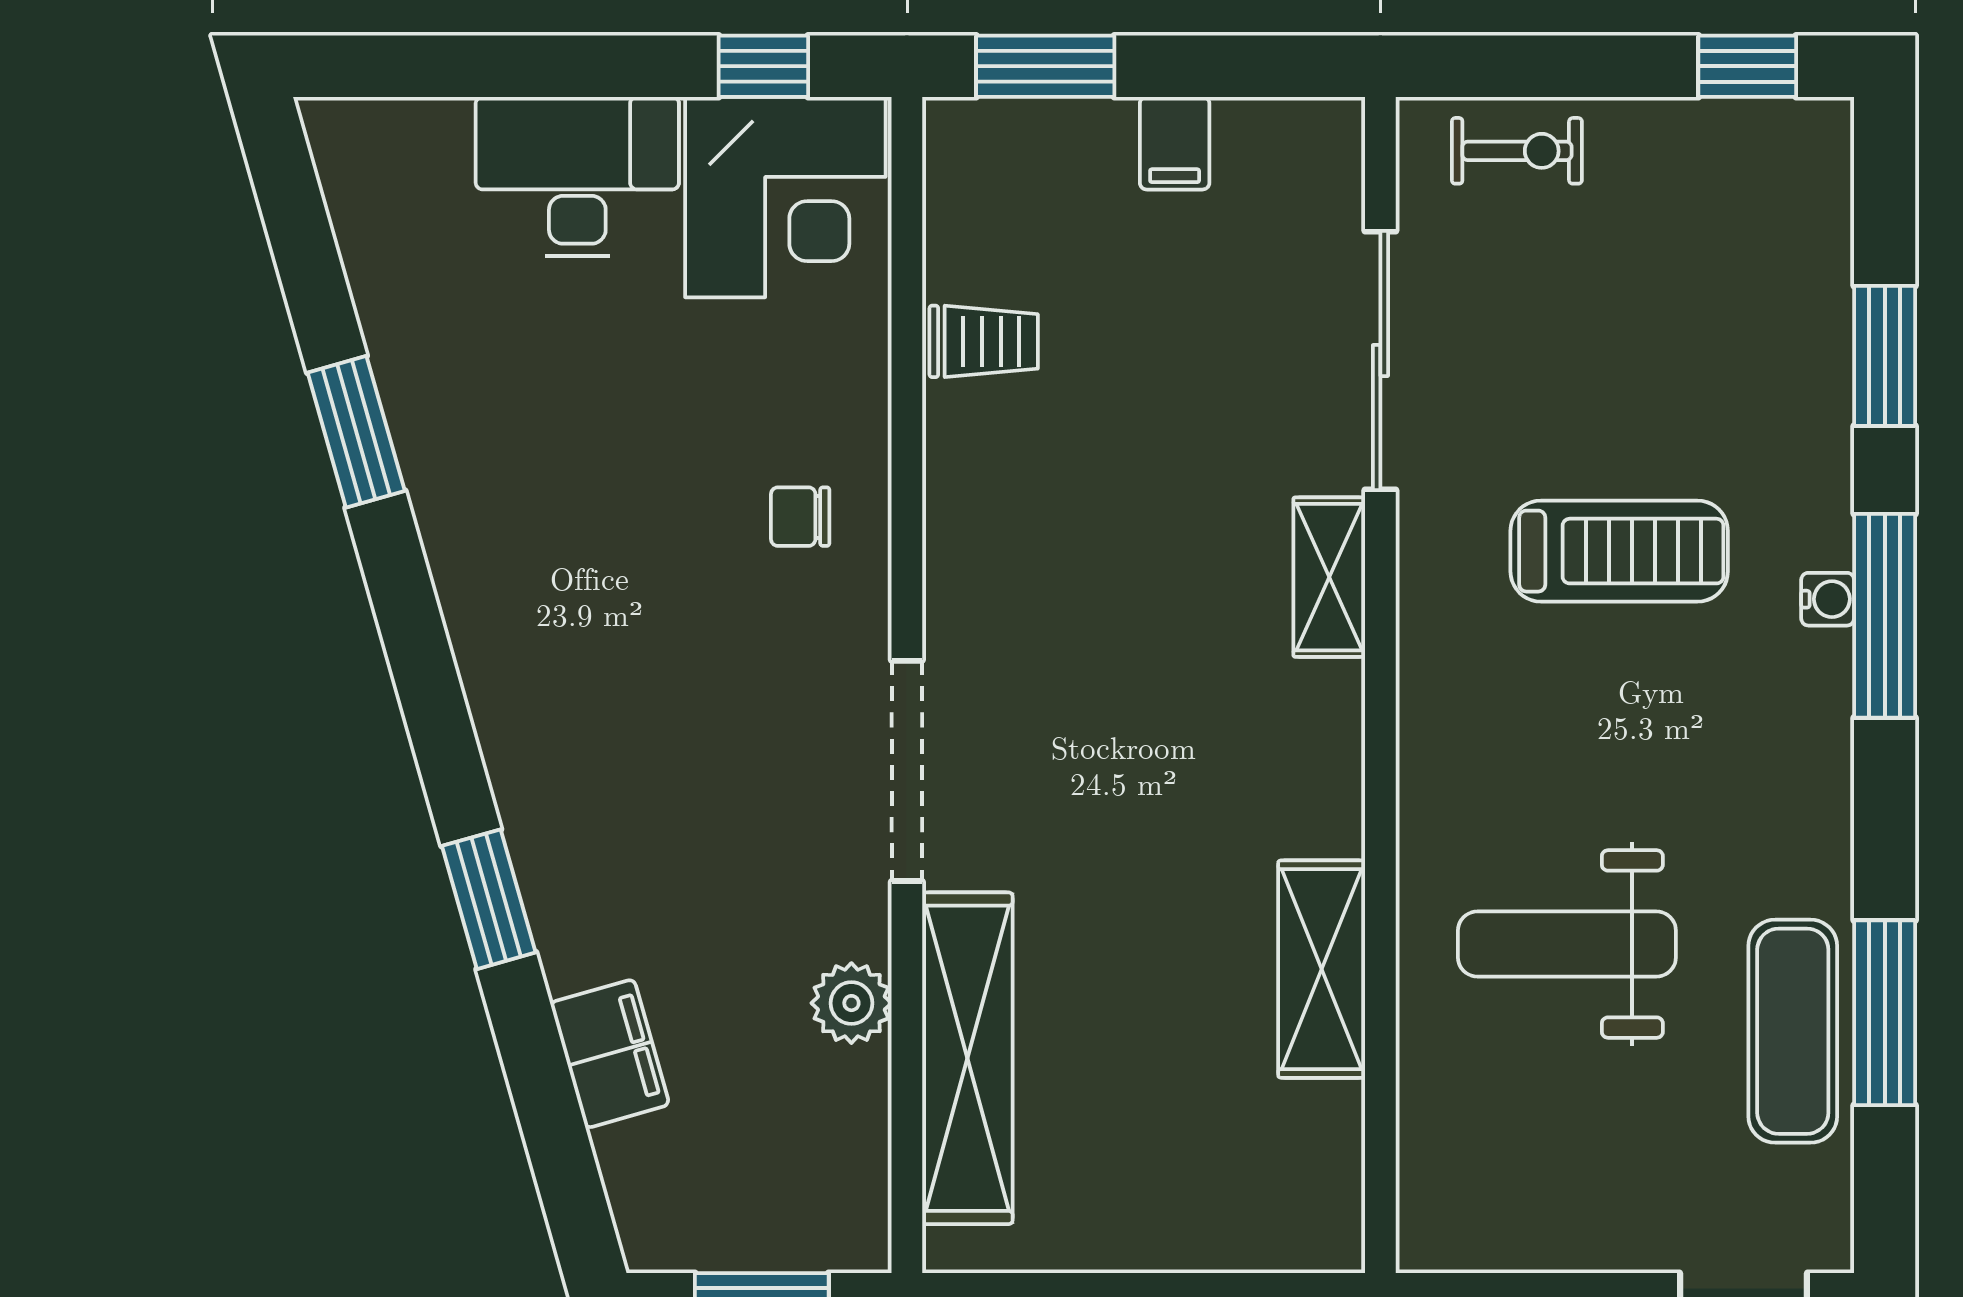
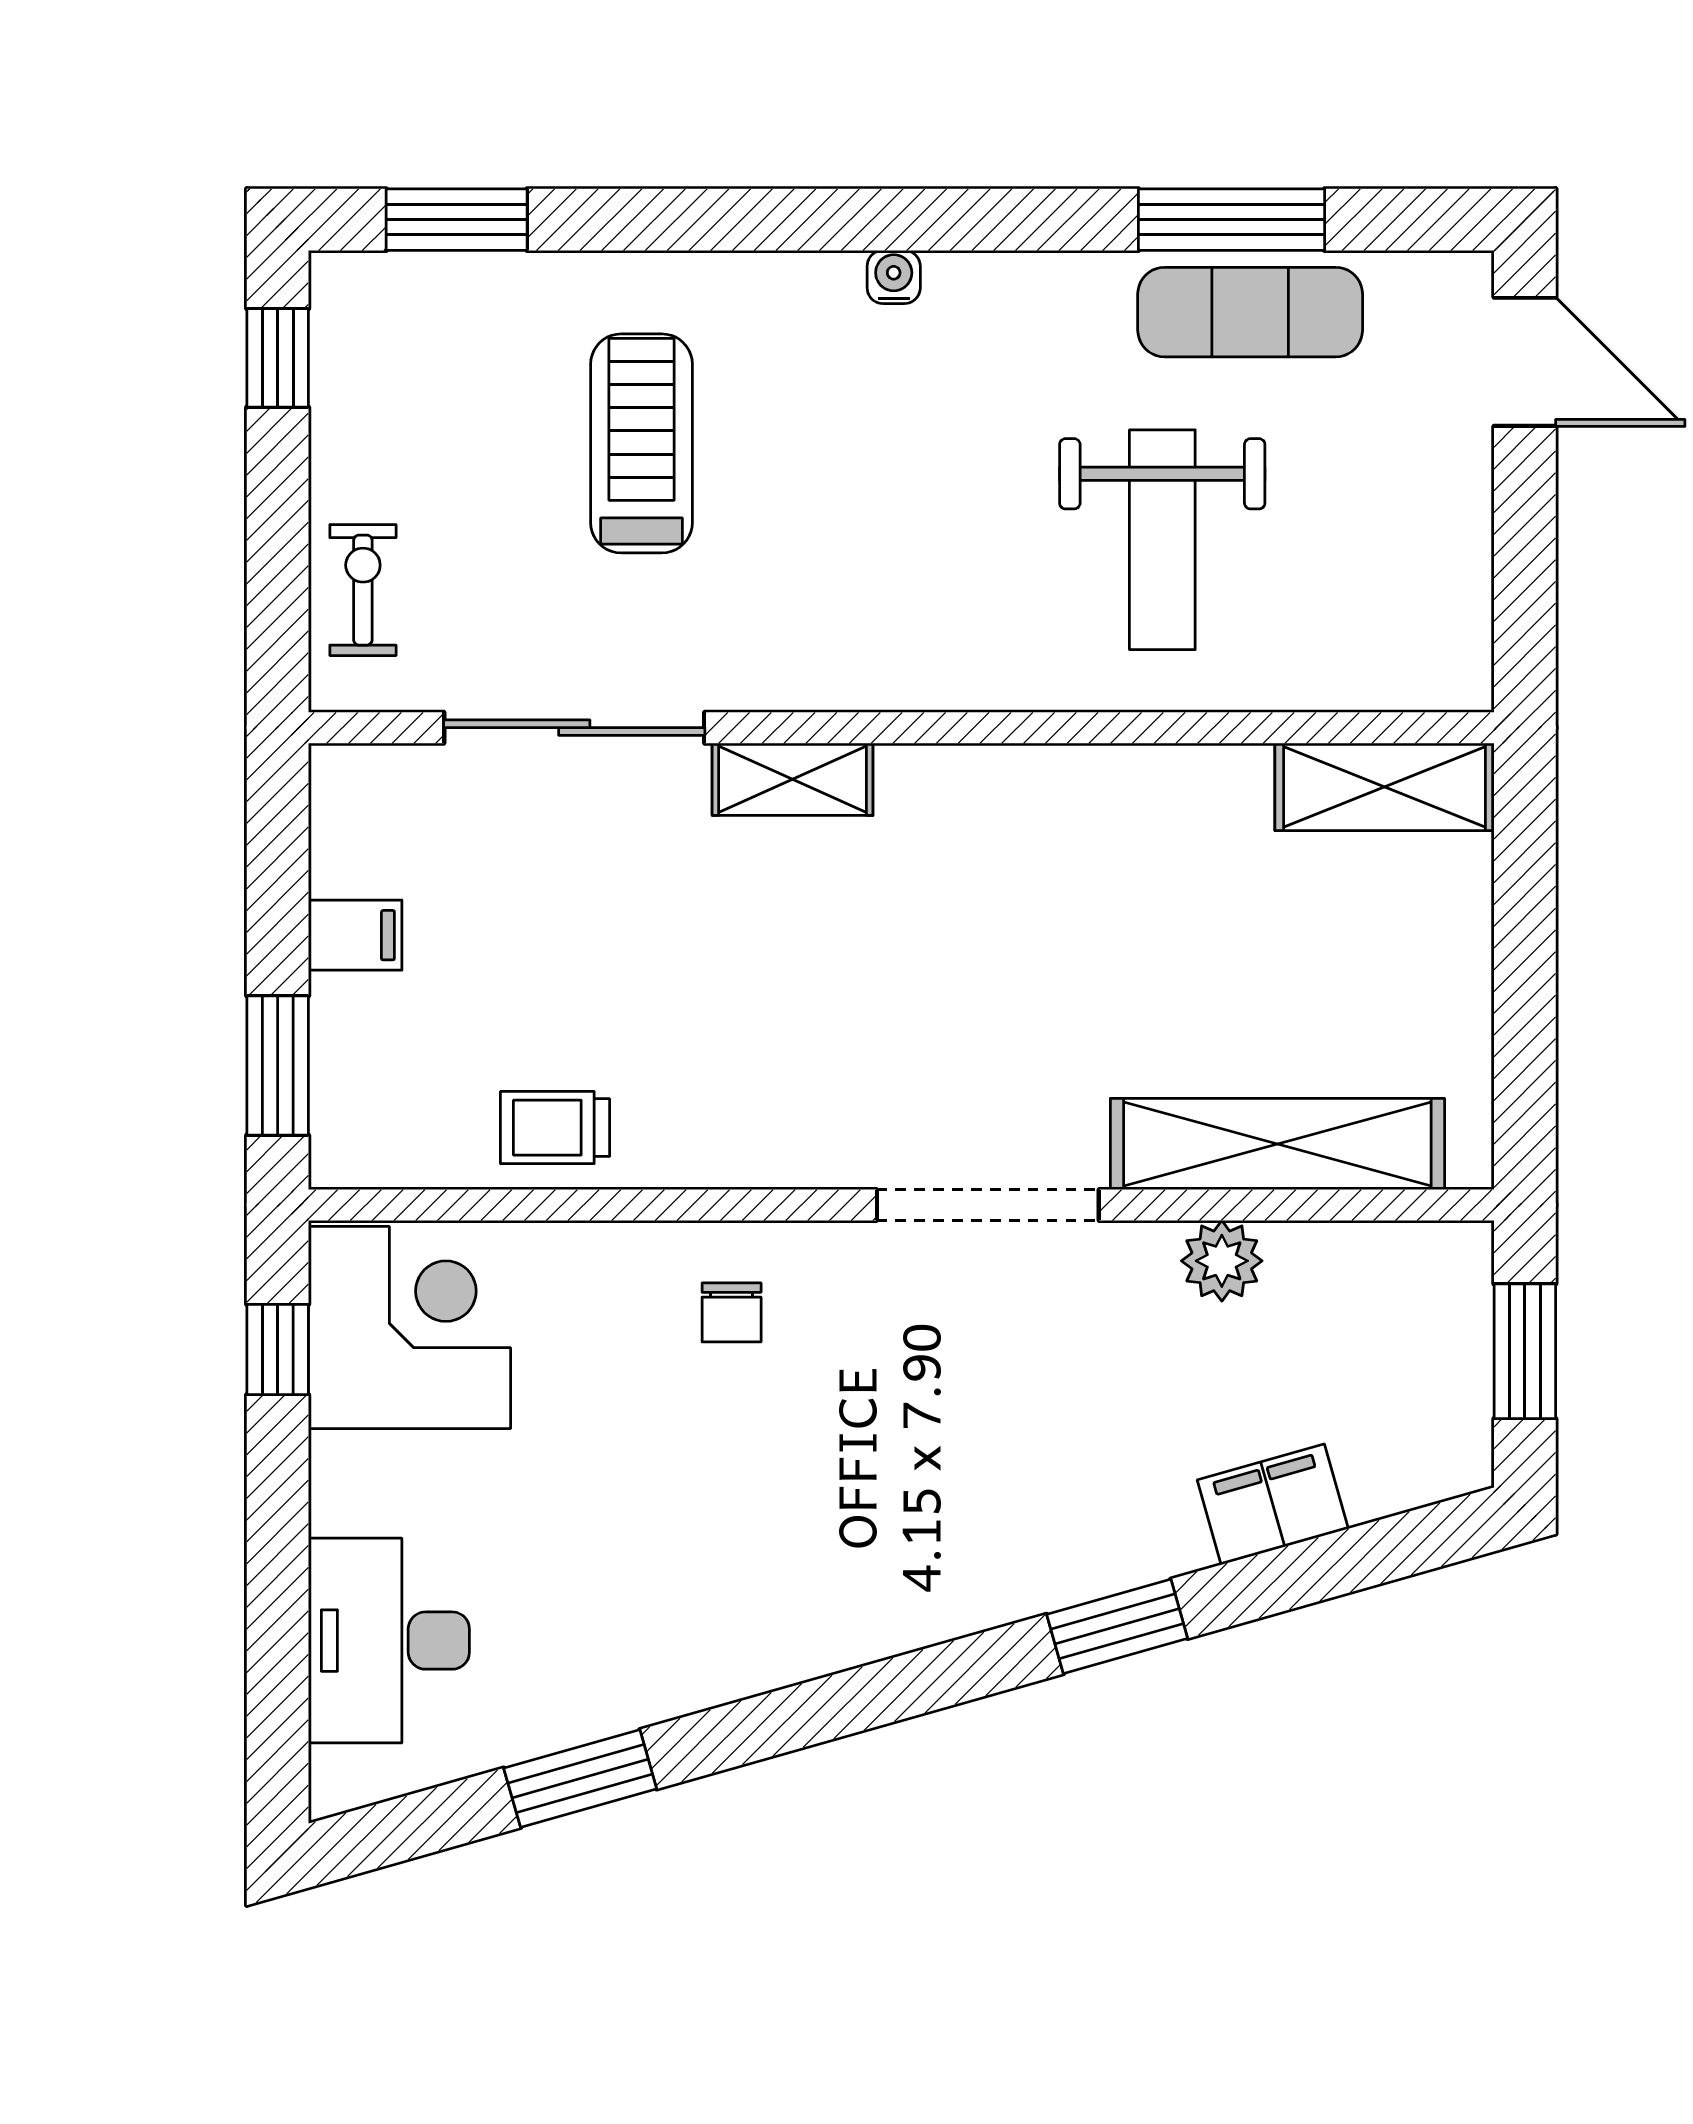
desk: (577, 177) -> (389, 1641), moved
trolley: (984, 341) -> (555, 1128), turned -90
window: (1885, 356) -> (457, 220), moved
window: (356, 432) -> (580, 1779), moved
treadmill: (1619, 551) -> (641, 443), moved
water cooler: (1828, 599) -> (894, 277), moved
window: (1885, 616) -> (831, 220), removed
shelving: (1322, 969) -> (1384, 787), moved

